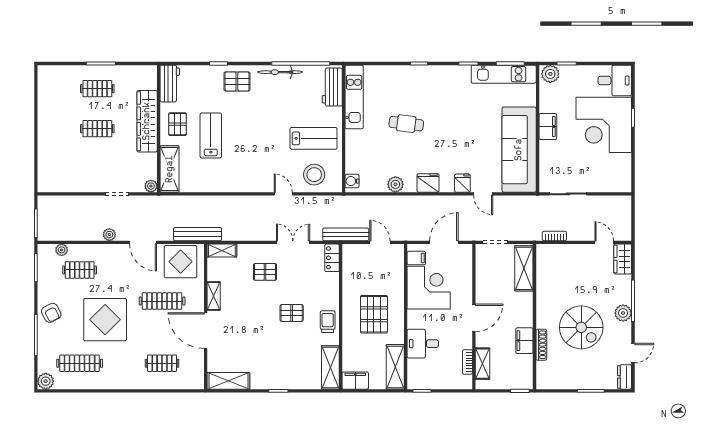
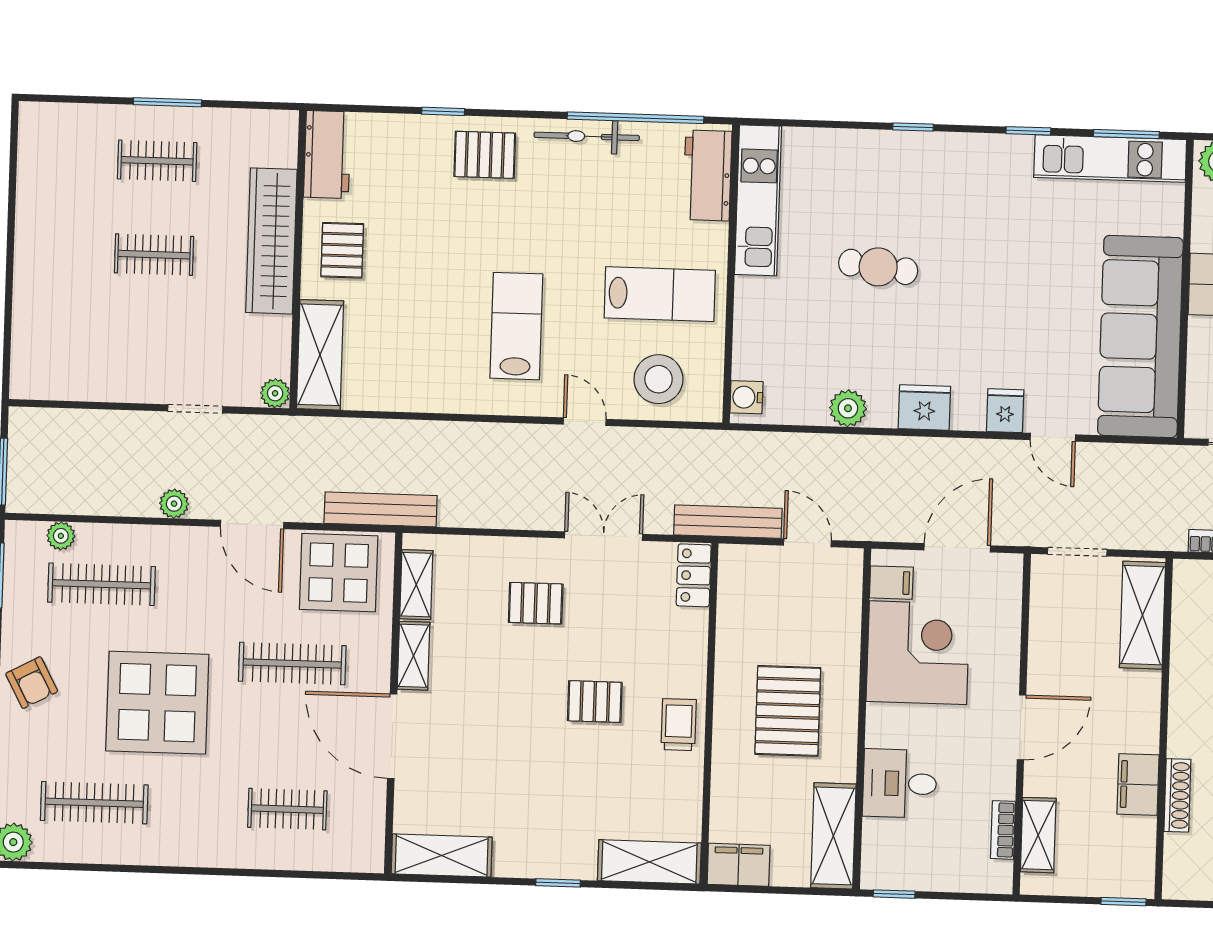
lab bench: (211, 135) -> (516, 326), moved
shelving: (222, 250) -> (416, 585), moved, turned 90
clothes rail: (80, 270) -> (101, 584), width x1.36
shelving: (330, 367) -> (649, 862), moved, turned 90

